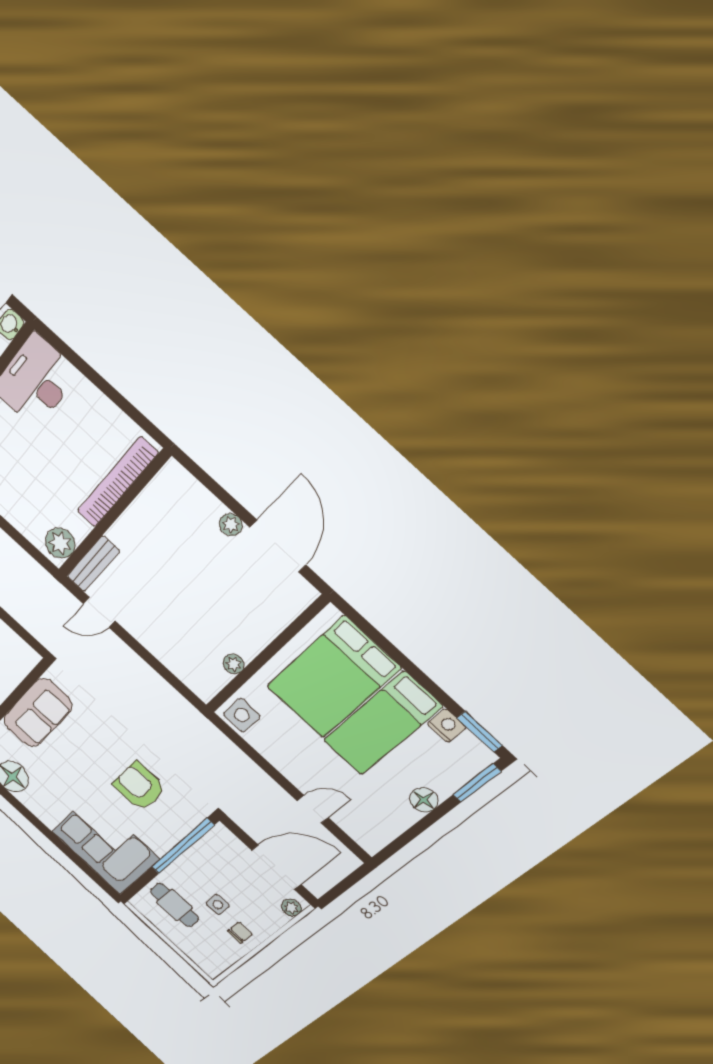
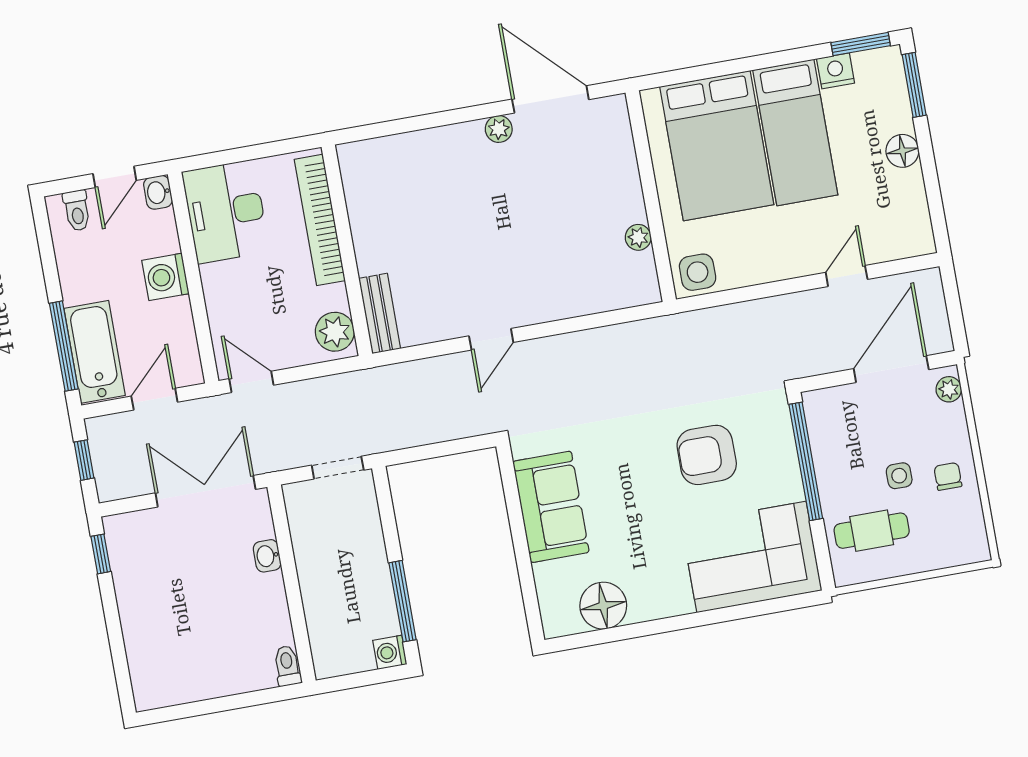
bookcase: (117, 482) -> (320, 220), moved
wall: (113, 514) -> (347, 250), moved
plant: (60, 543) -> (335, 332), moved
bench: (93, 564) -> (380, 313), moved

